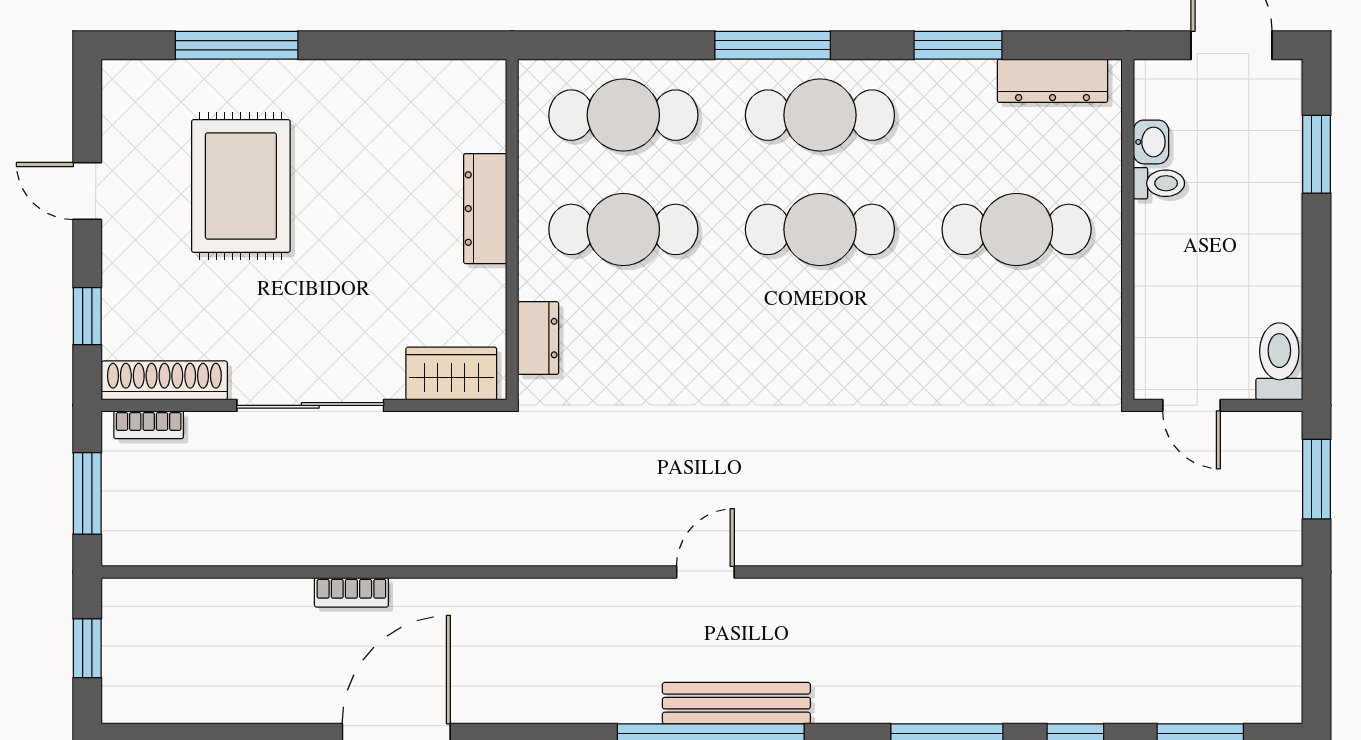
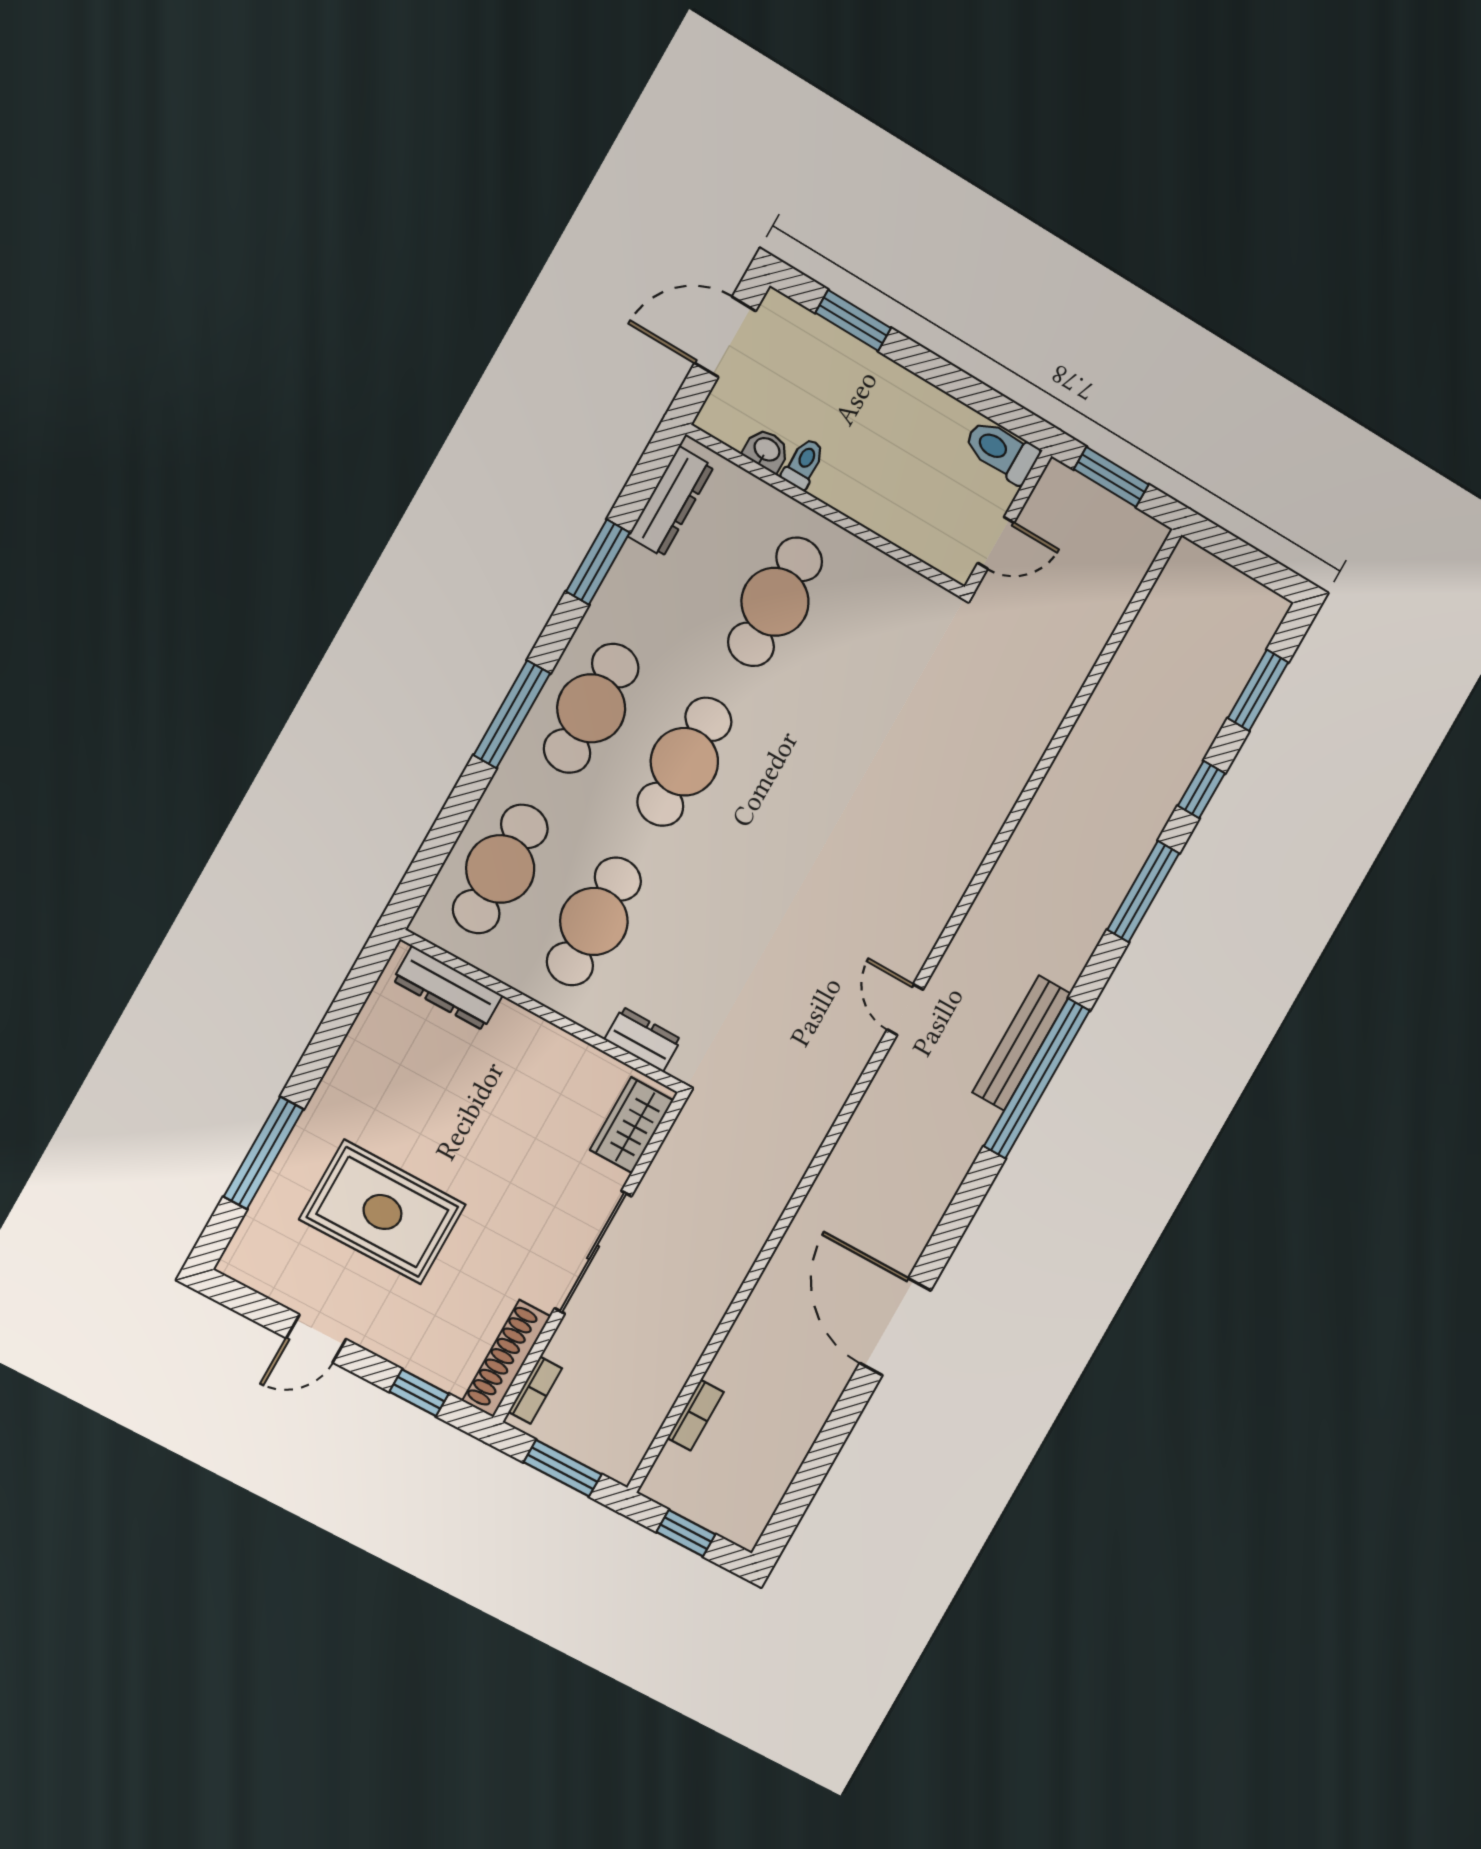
dresser: (485, 209) -> (448, 988), moved
bookcase: (351, 592) -> (696, 1415), moved

